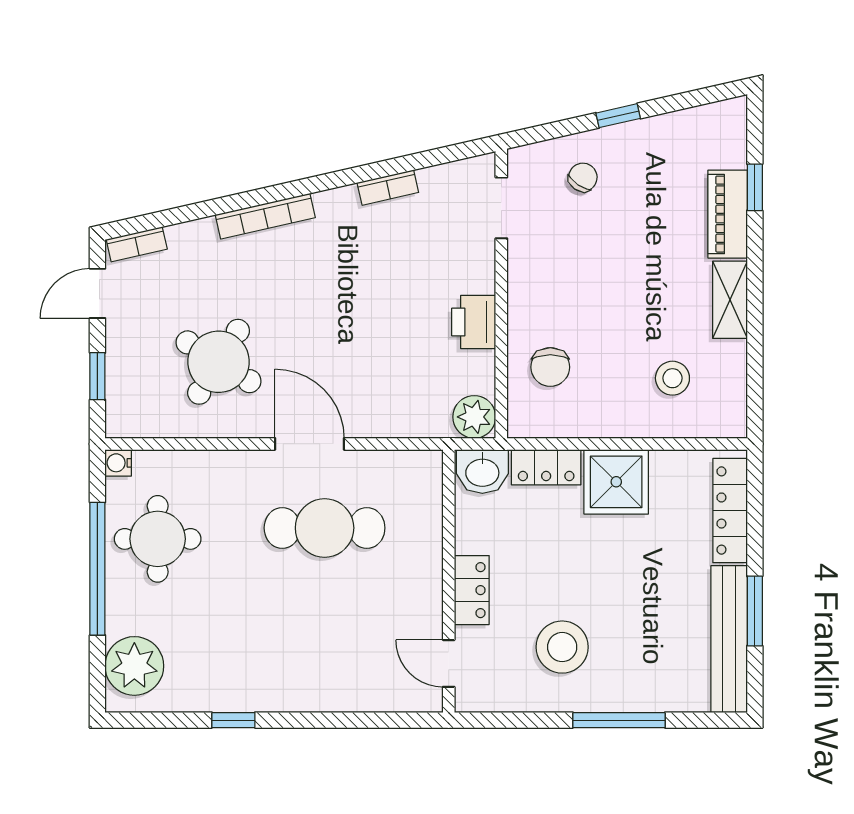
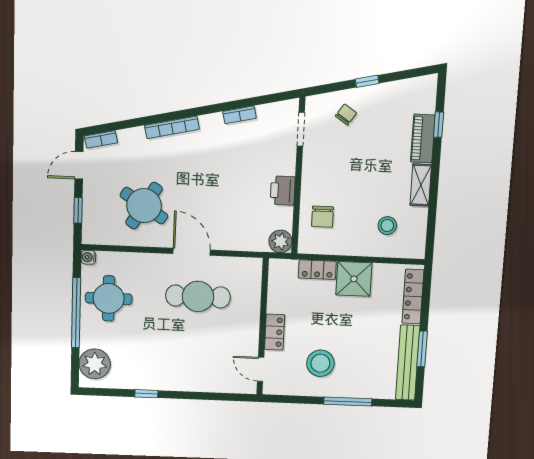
washbasin: (482, 472) -> (283, 270), removed

